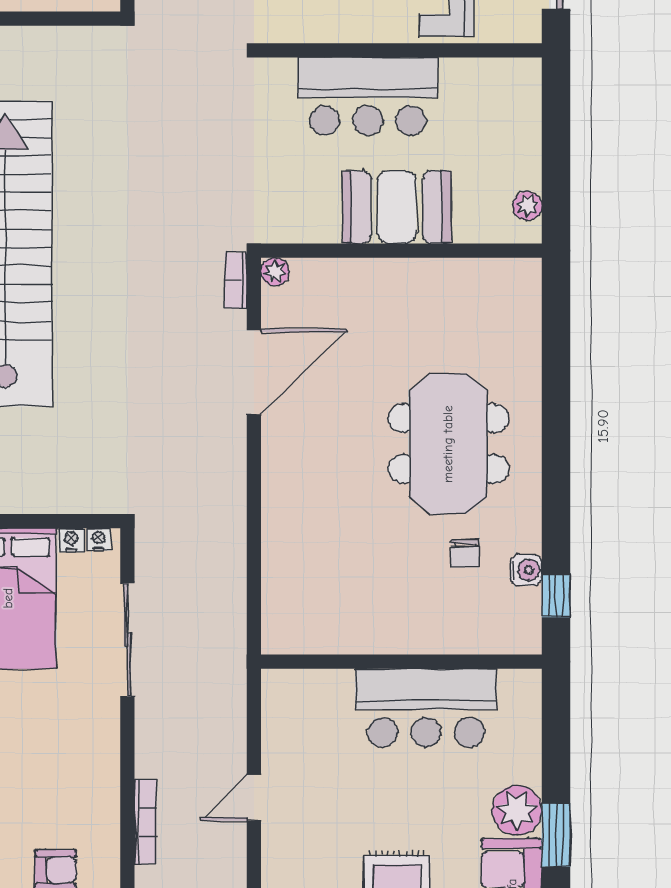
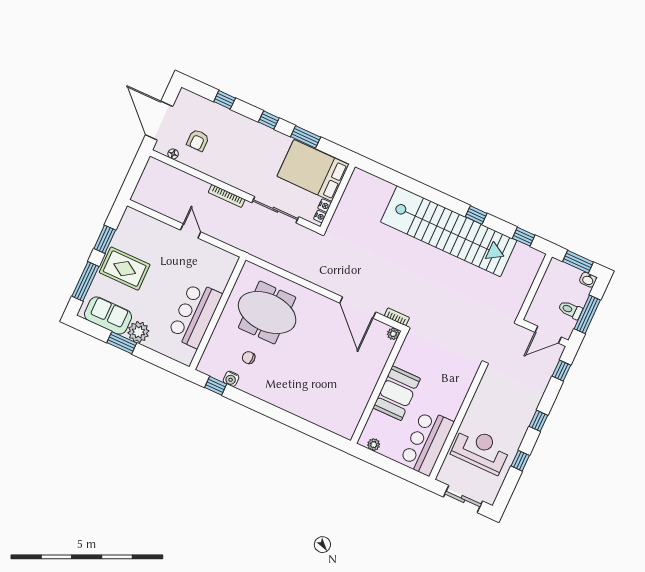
bar counter: (368, 96) -> (427, 442), moved
meeting table: (448, 444) -> (267, 312), moved
bookcase: (145, 822) -> (227, 196), moved

